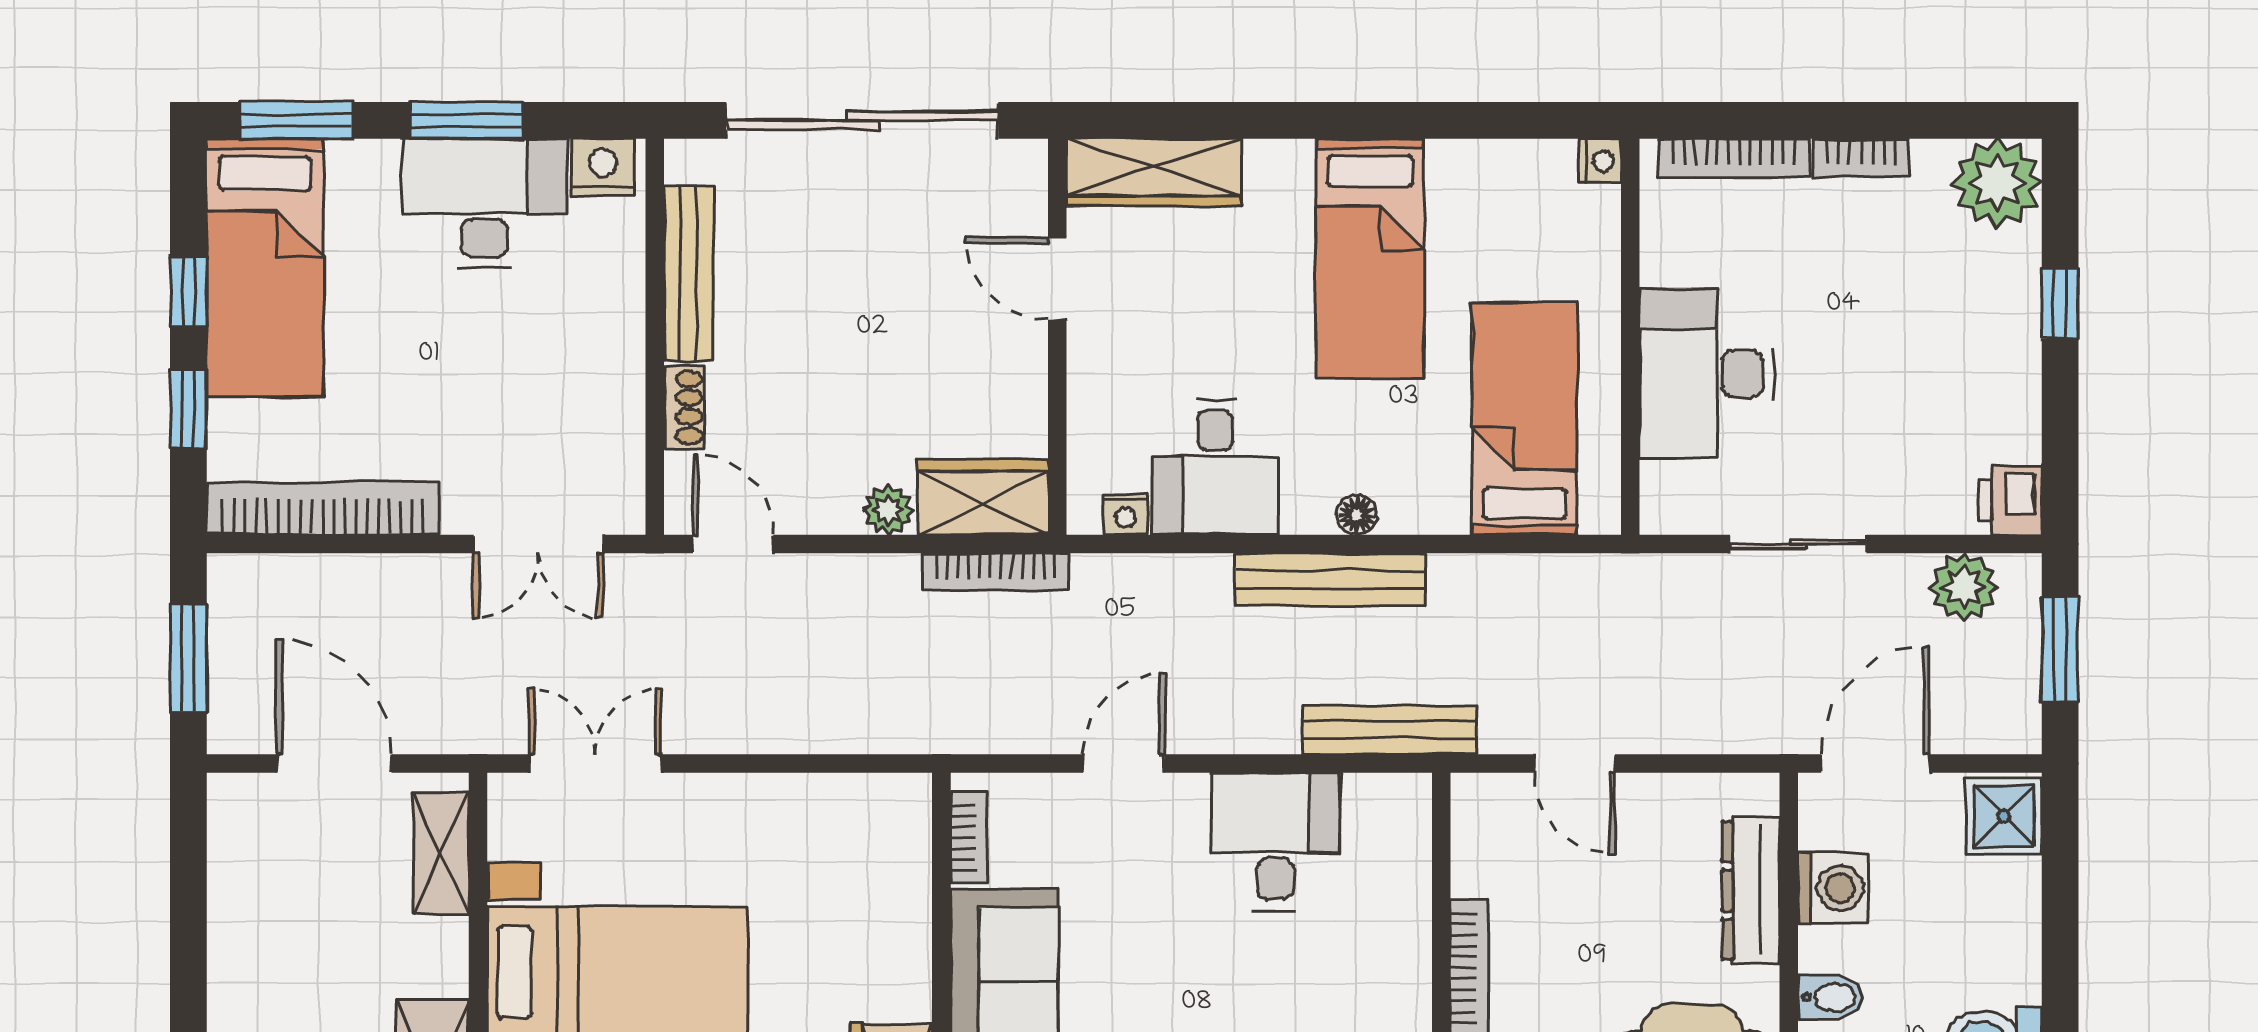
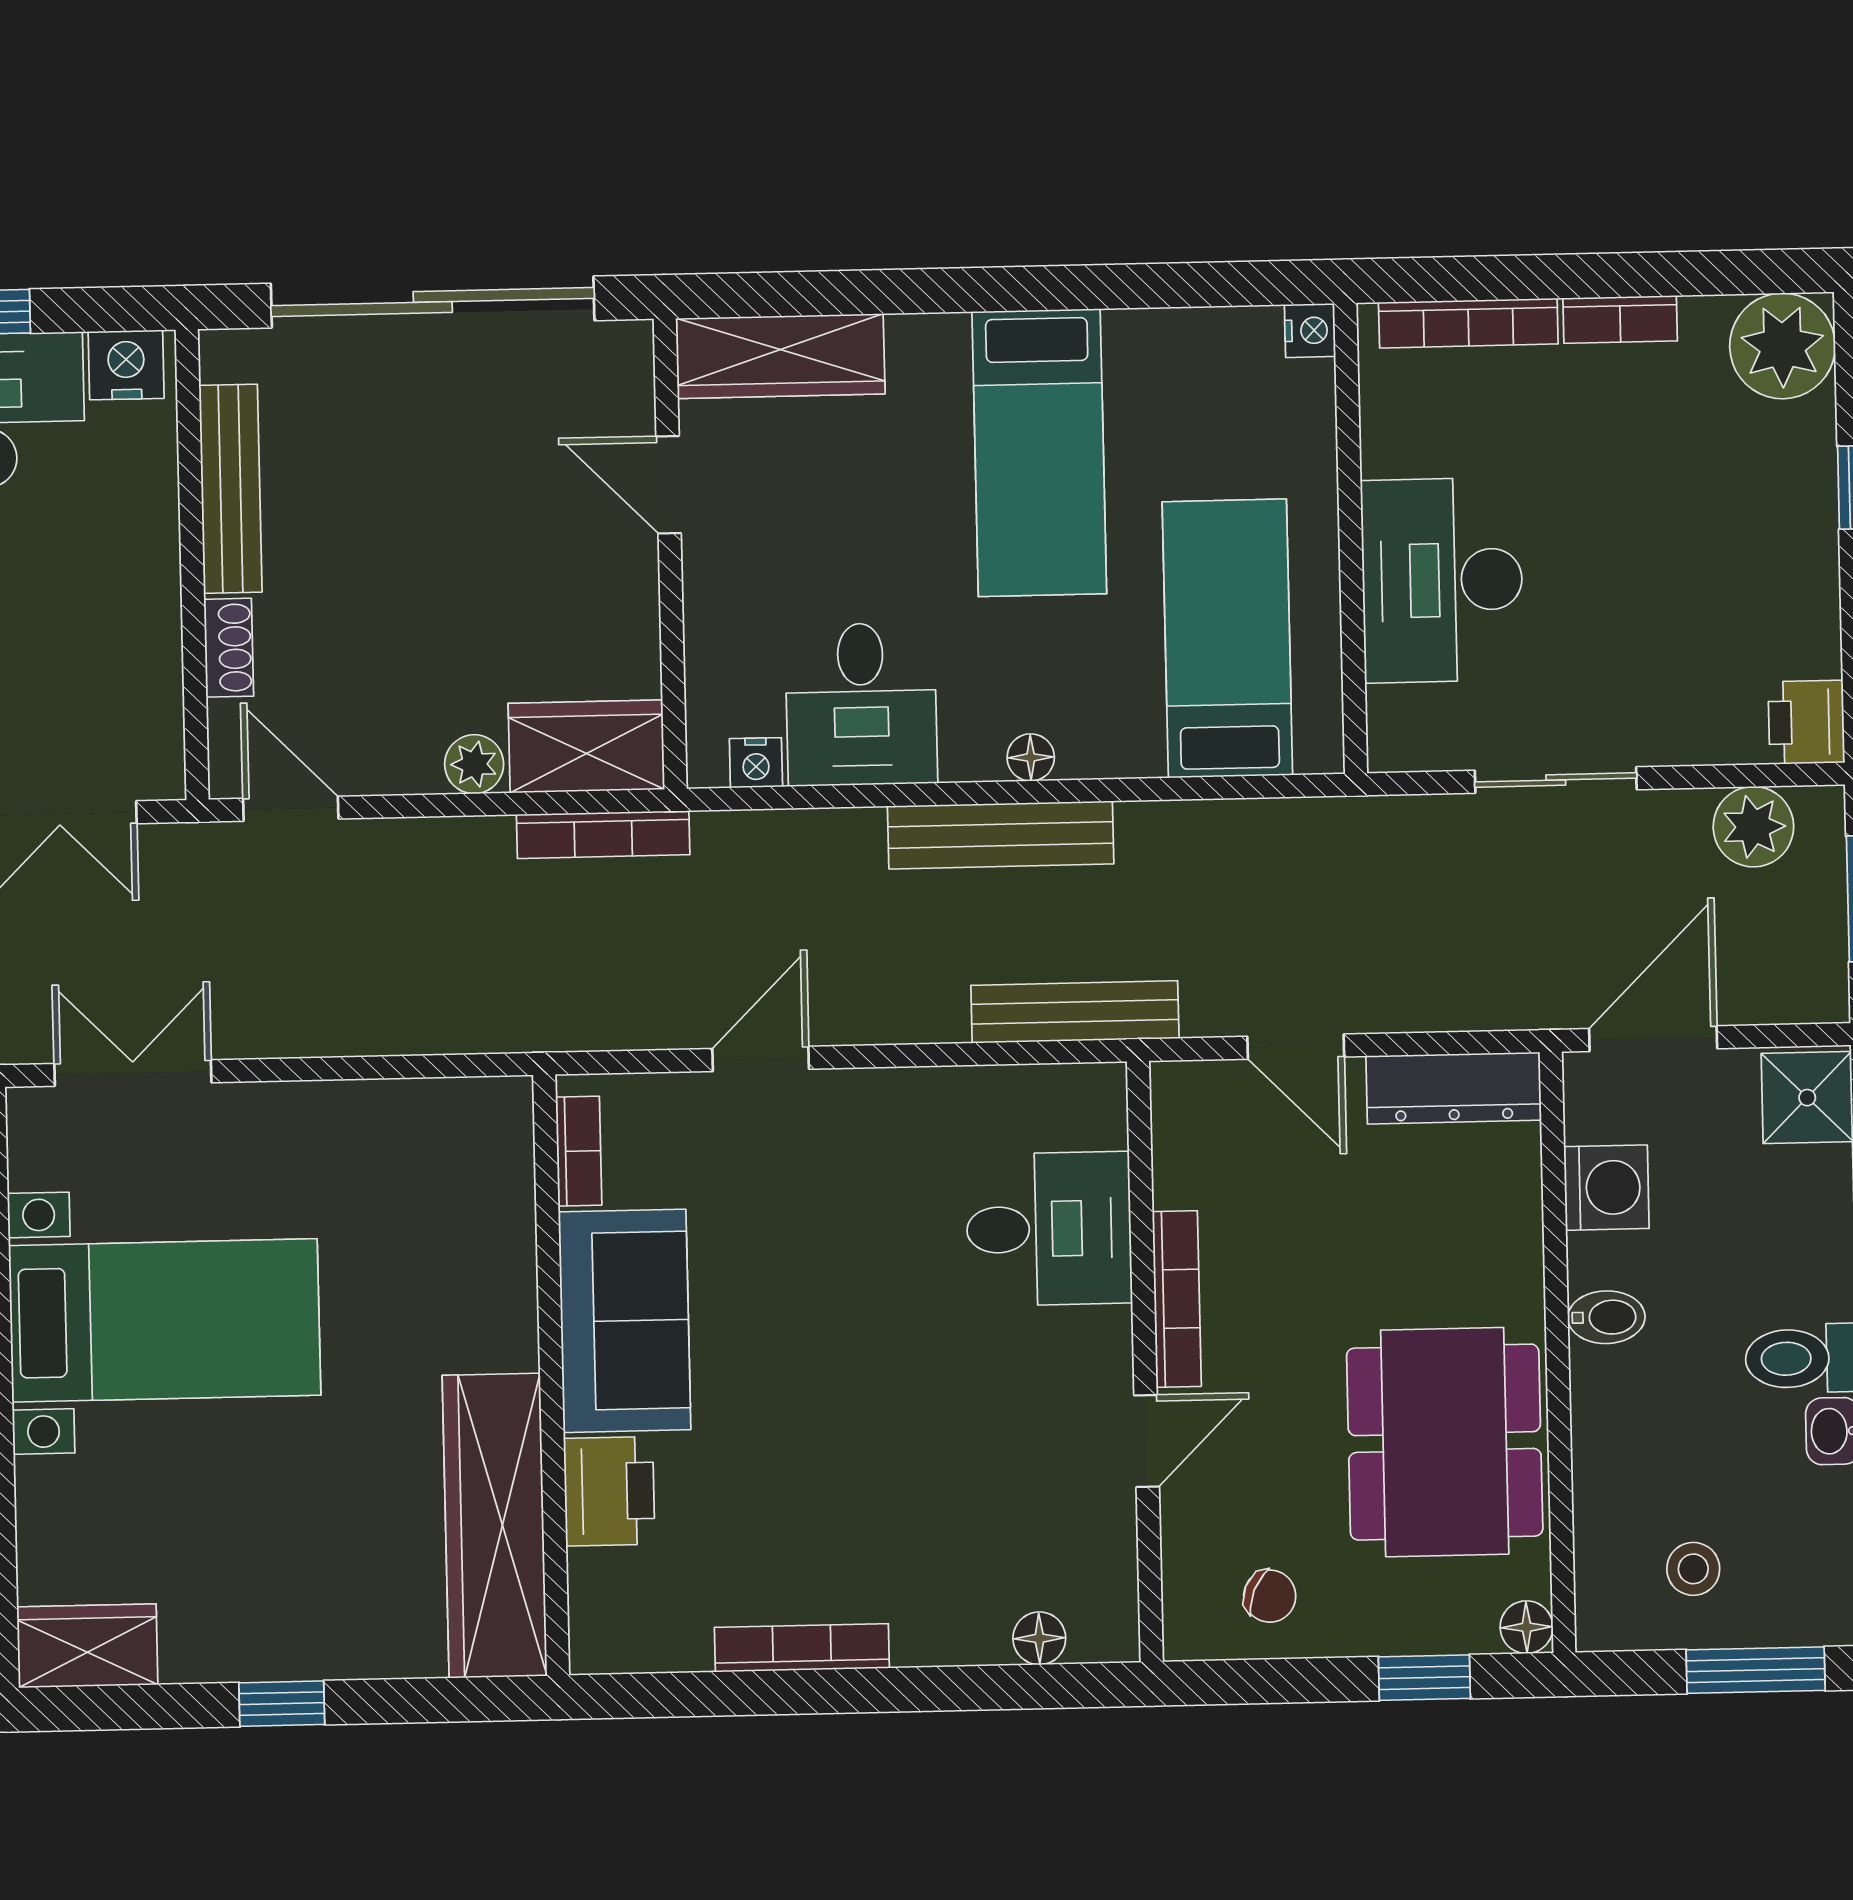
desk: (1275, 842) -> (1049, 1229), moved, turned 90
dresser: (1751, 890) -> (1454, 1088), moved, turned -90

